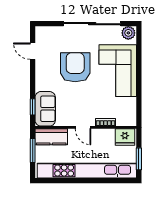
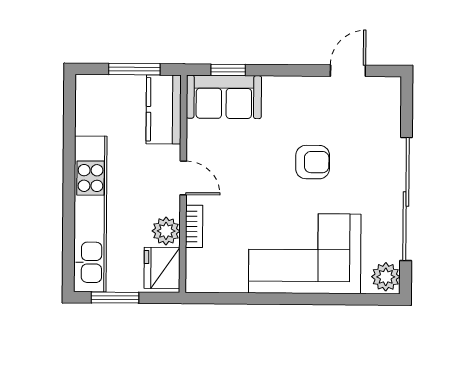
armchair: (75, 67) -> (313, 162), width x0.53, depth x0.53
door: (83, 127) -> (183, 178), swing flipped
plant: (108, 135) -> (166, 231), added
kitchen unit: (87, 171) -> (90, 214), width x0.73

